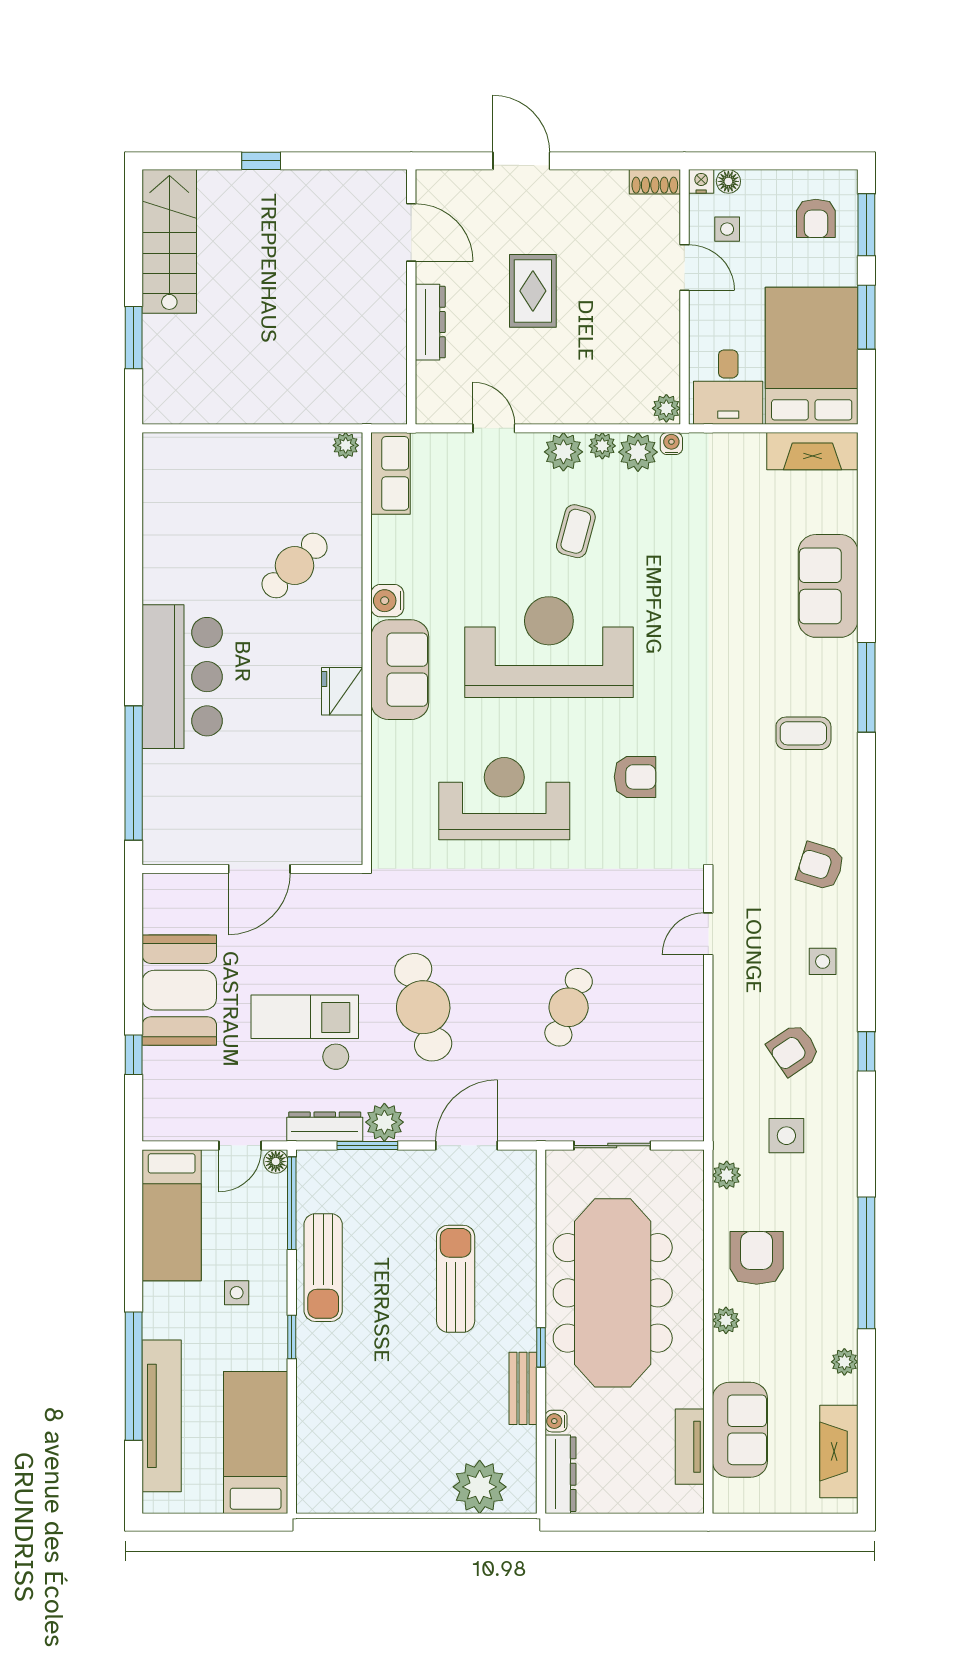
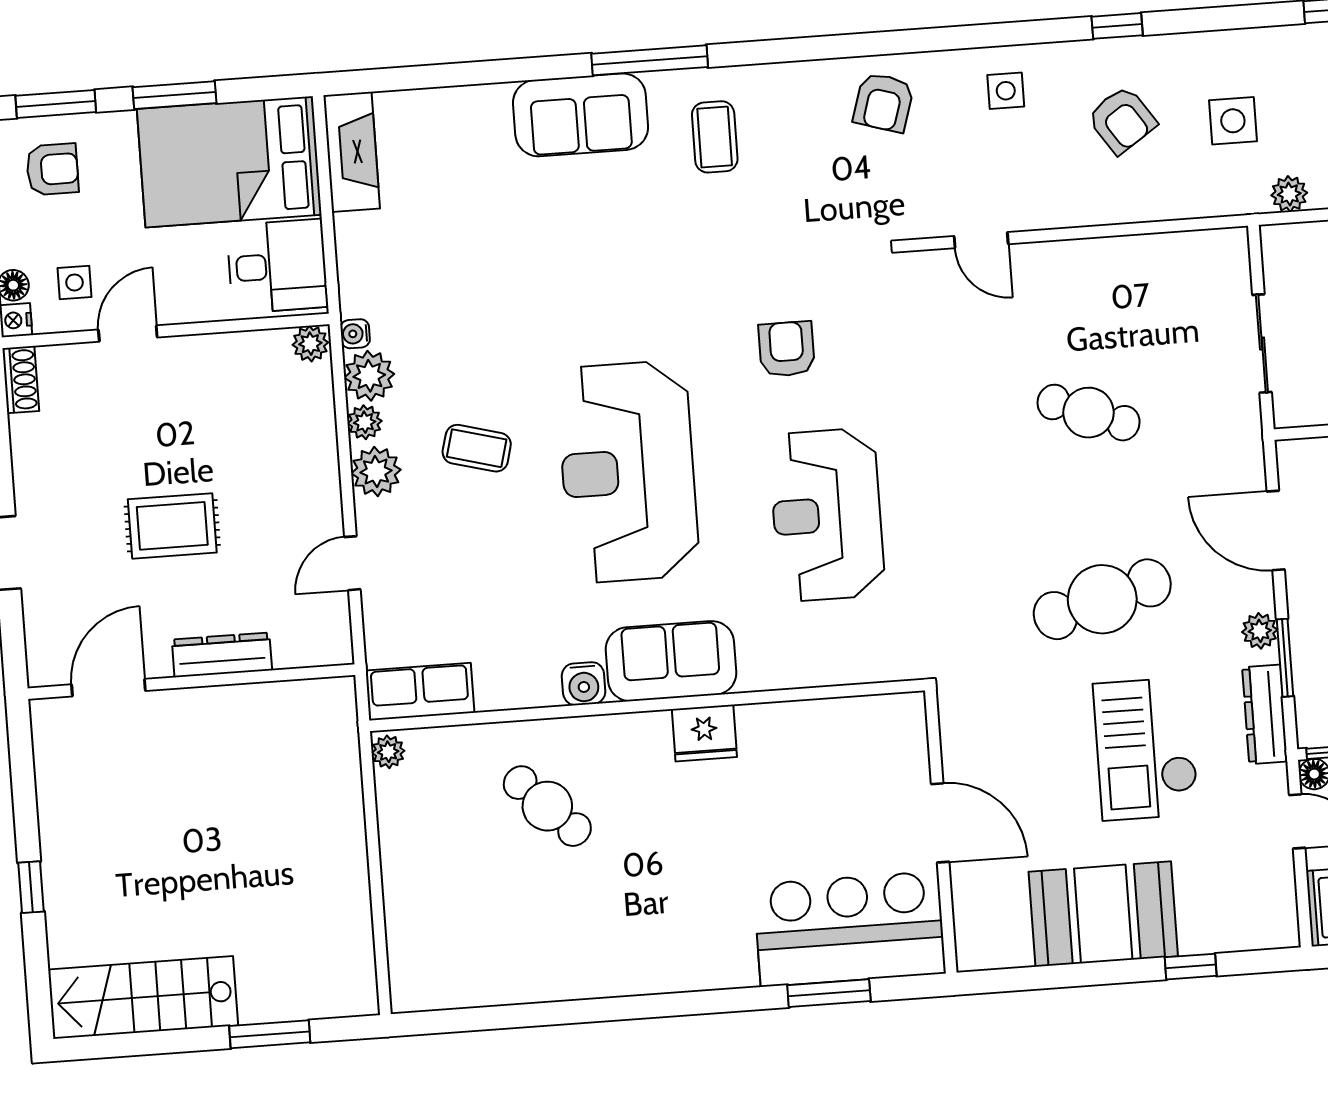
sofa: (828, 586) -> (581, 115), moved
bar counter: (182, 677) -> (850, 929), moved
window: (134, 773) -> (829, 993), width x0.47
plant: (384, 1122) -> (1260, 631), width x0.73, depth x0.73

